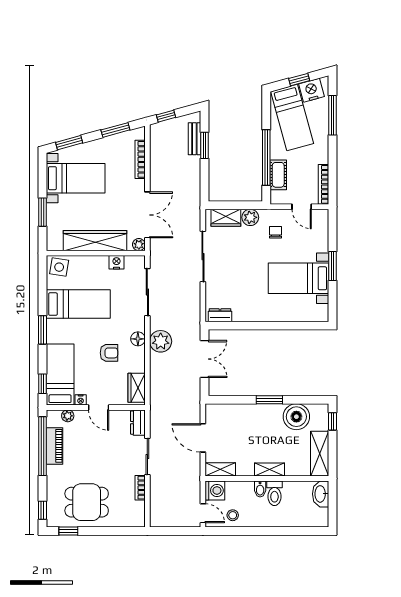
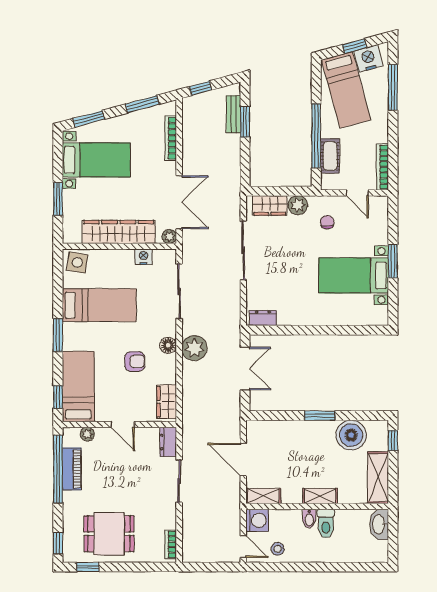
nightstand: (81, 400) -> (102, 416), removed
bookcase: (140, 488) -> (171, 544), moved

